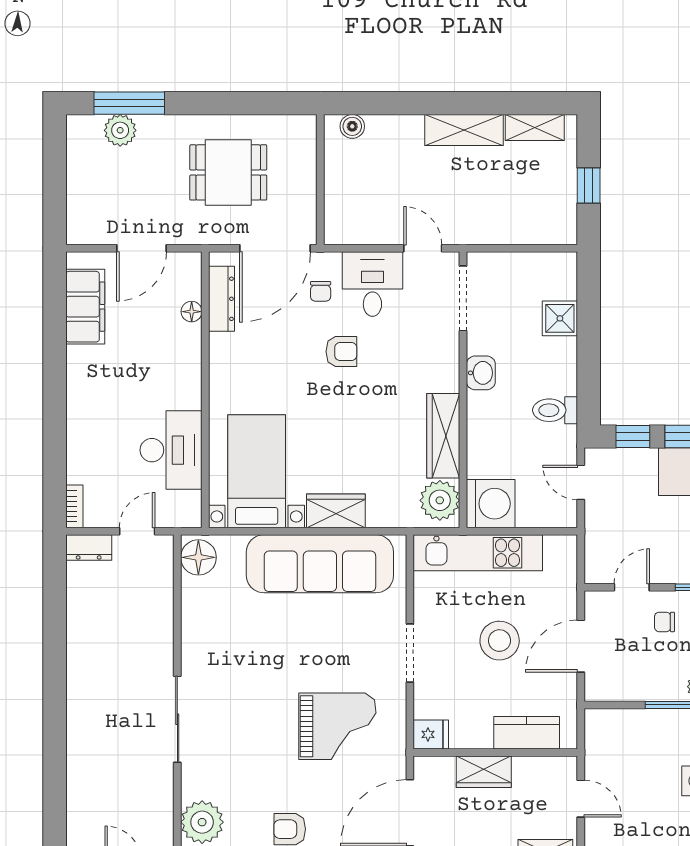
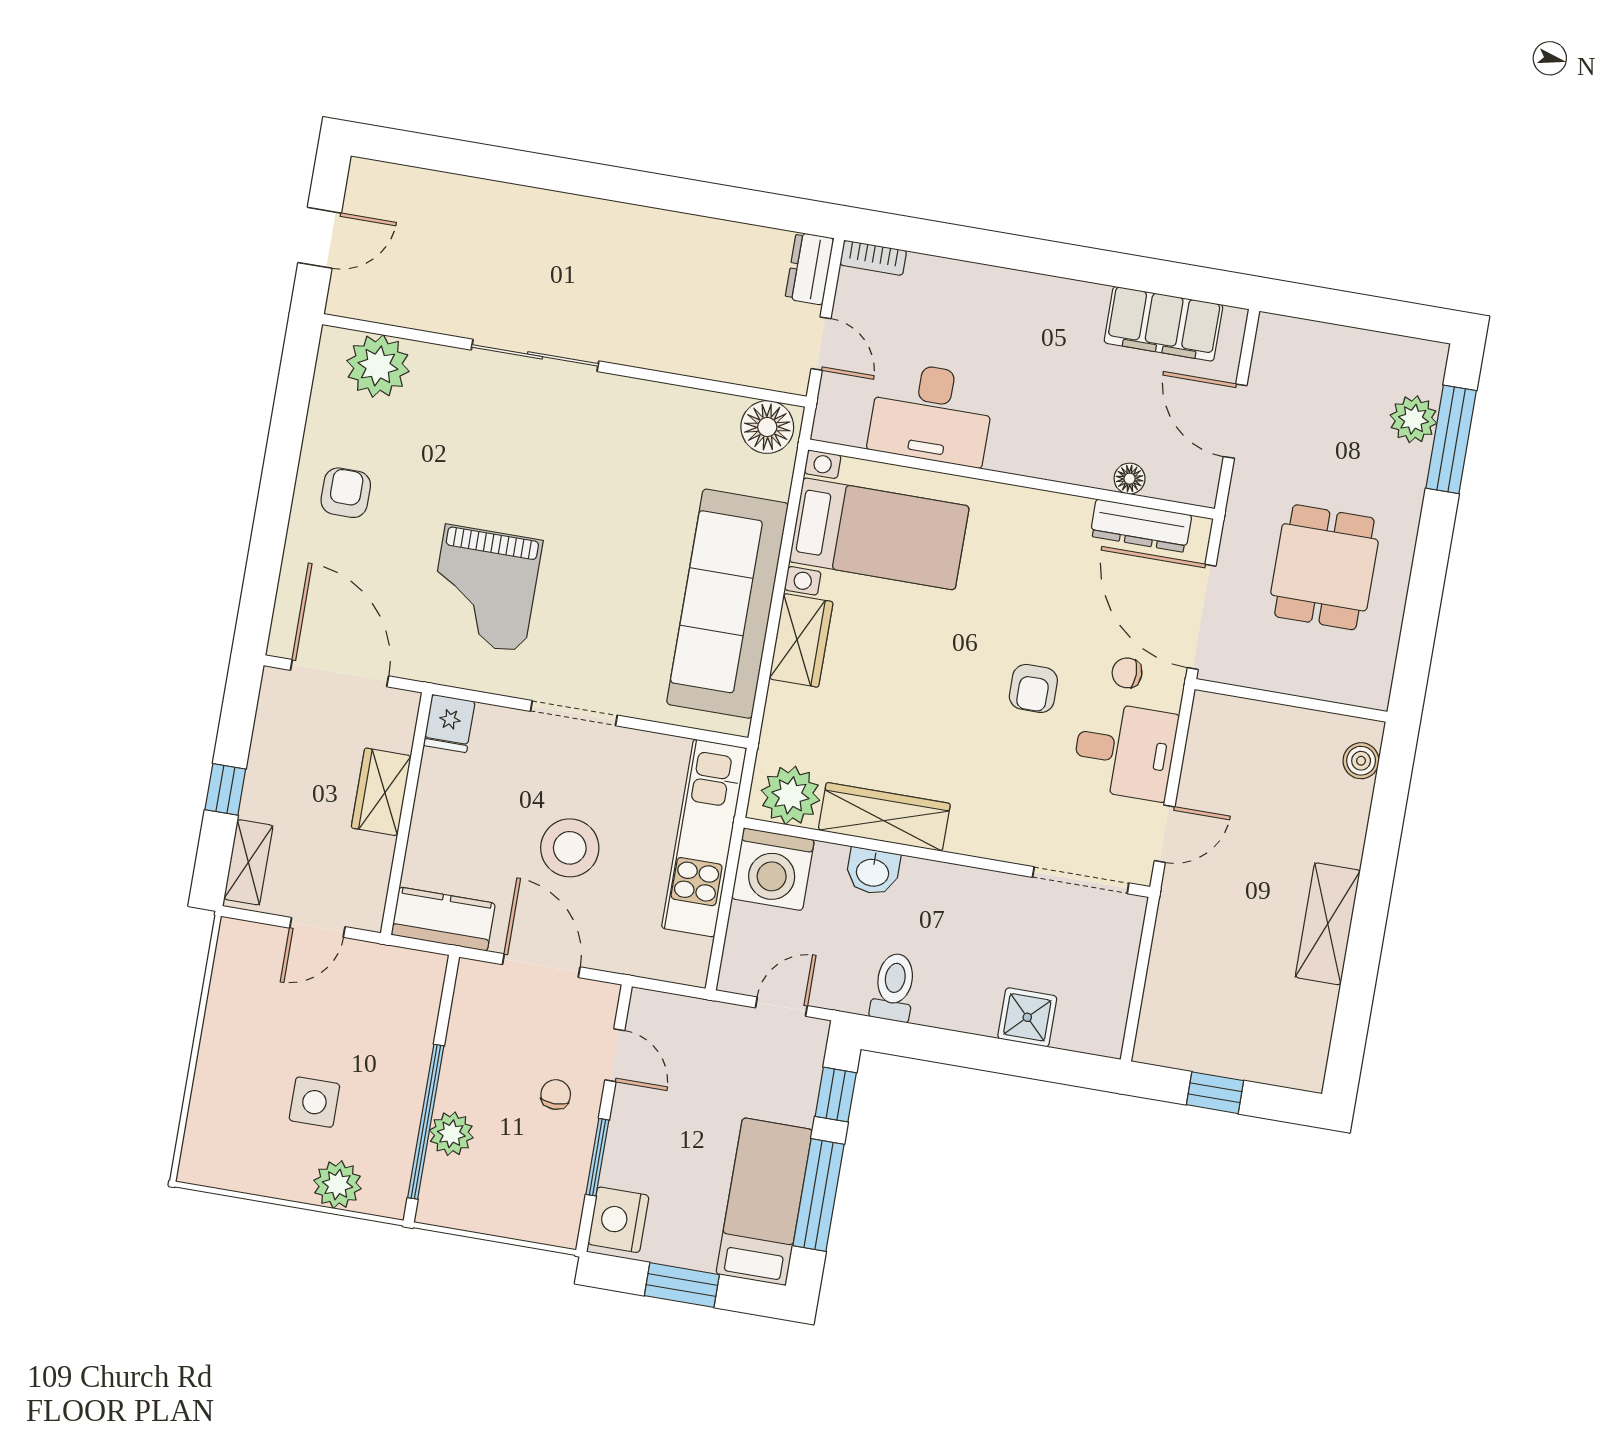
shelving: (535, 127) -> (1314, 1028), removed
washbasin: (481, 373) -> (873, 871), moved
kitchen counter: (527, 733) -> (443, 919), moved, turned -90

